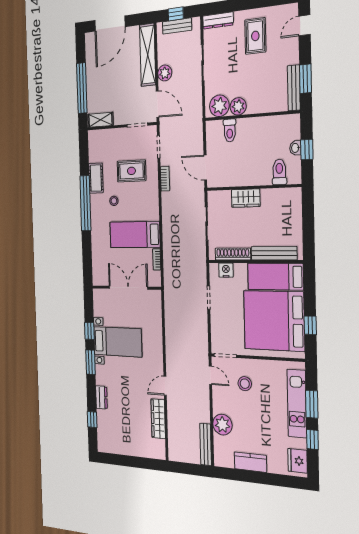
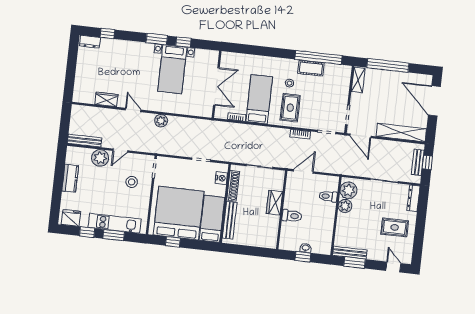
plant: (165, 73) -> (161, 121), moved
door: (157, 104) -> (360, 136), hinge flipped
rug: (131, 171) -> (290, 108), moved
toilet: (279, 172) -> (292, 216), moved
window: (85, 203) -> (318, 57), moved
door: (210, 375) -> (120, 151), moved
dresser: (101, 397) -> (90, 42), moved
wardrobe: (158, 419) -> (106, 99), width x0.67

